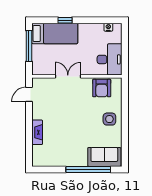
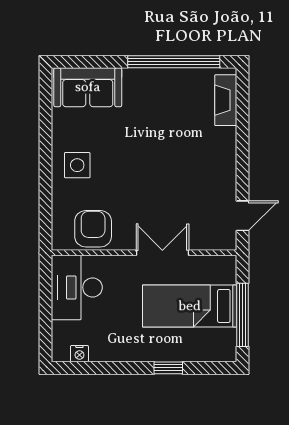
bed: (55, 33) -> (190, 306), moved
double door: (68, 76) -> (162, 253), swing flipped
fireplace: (37, 132) -> (226, 100), moved
window: (88, 169) -> (174, 62), moved

